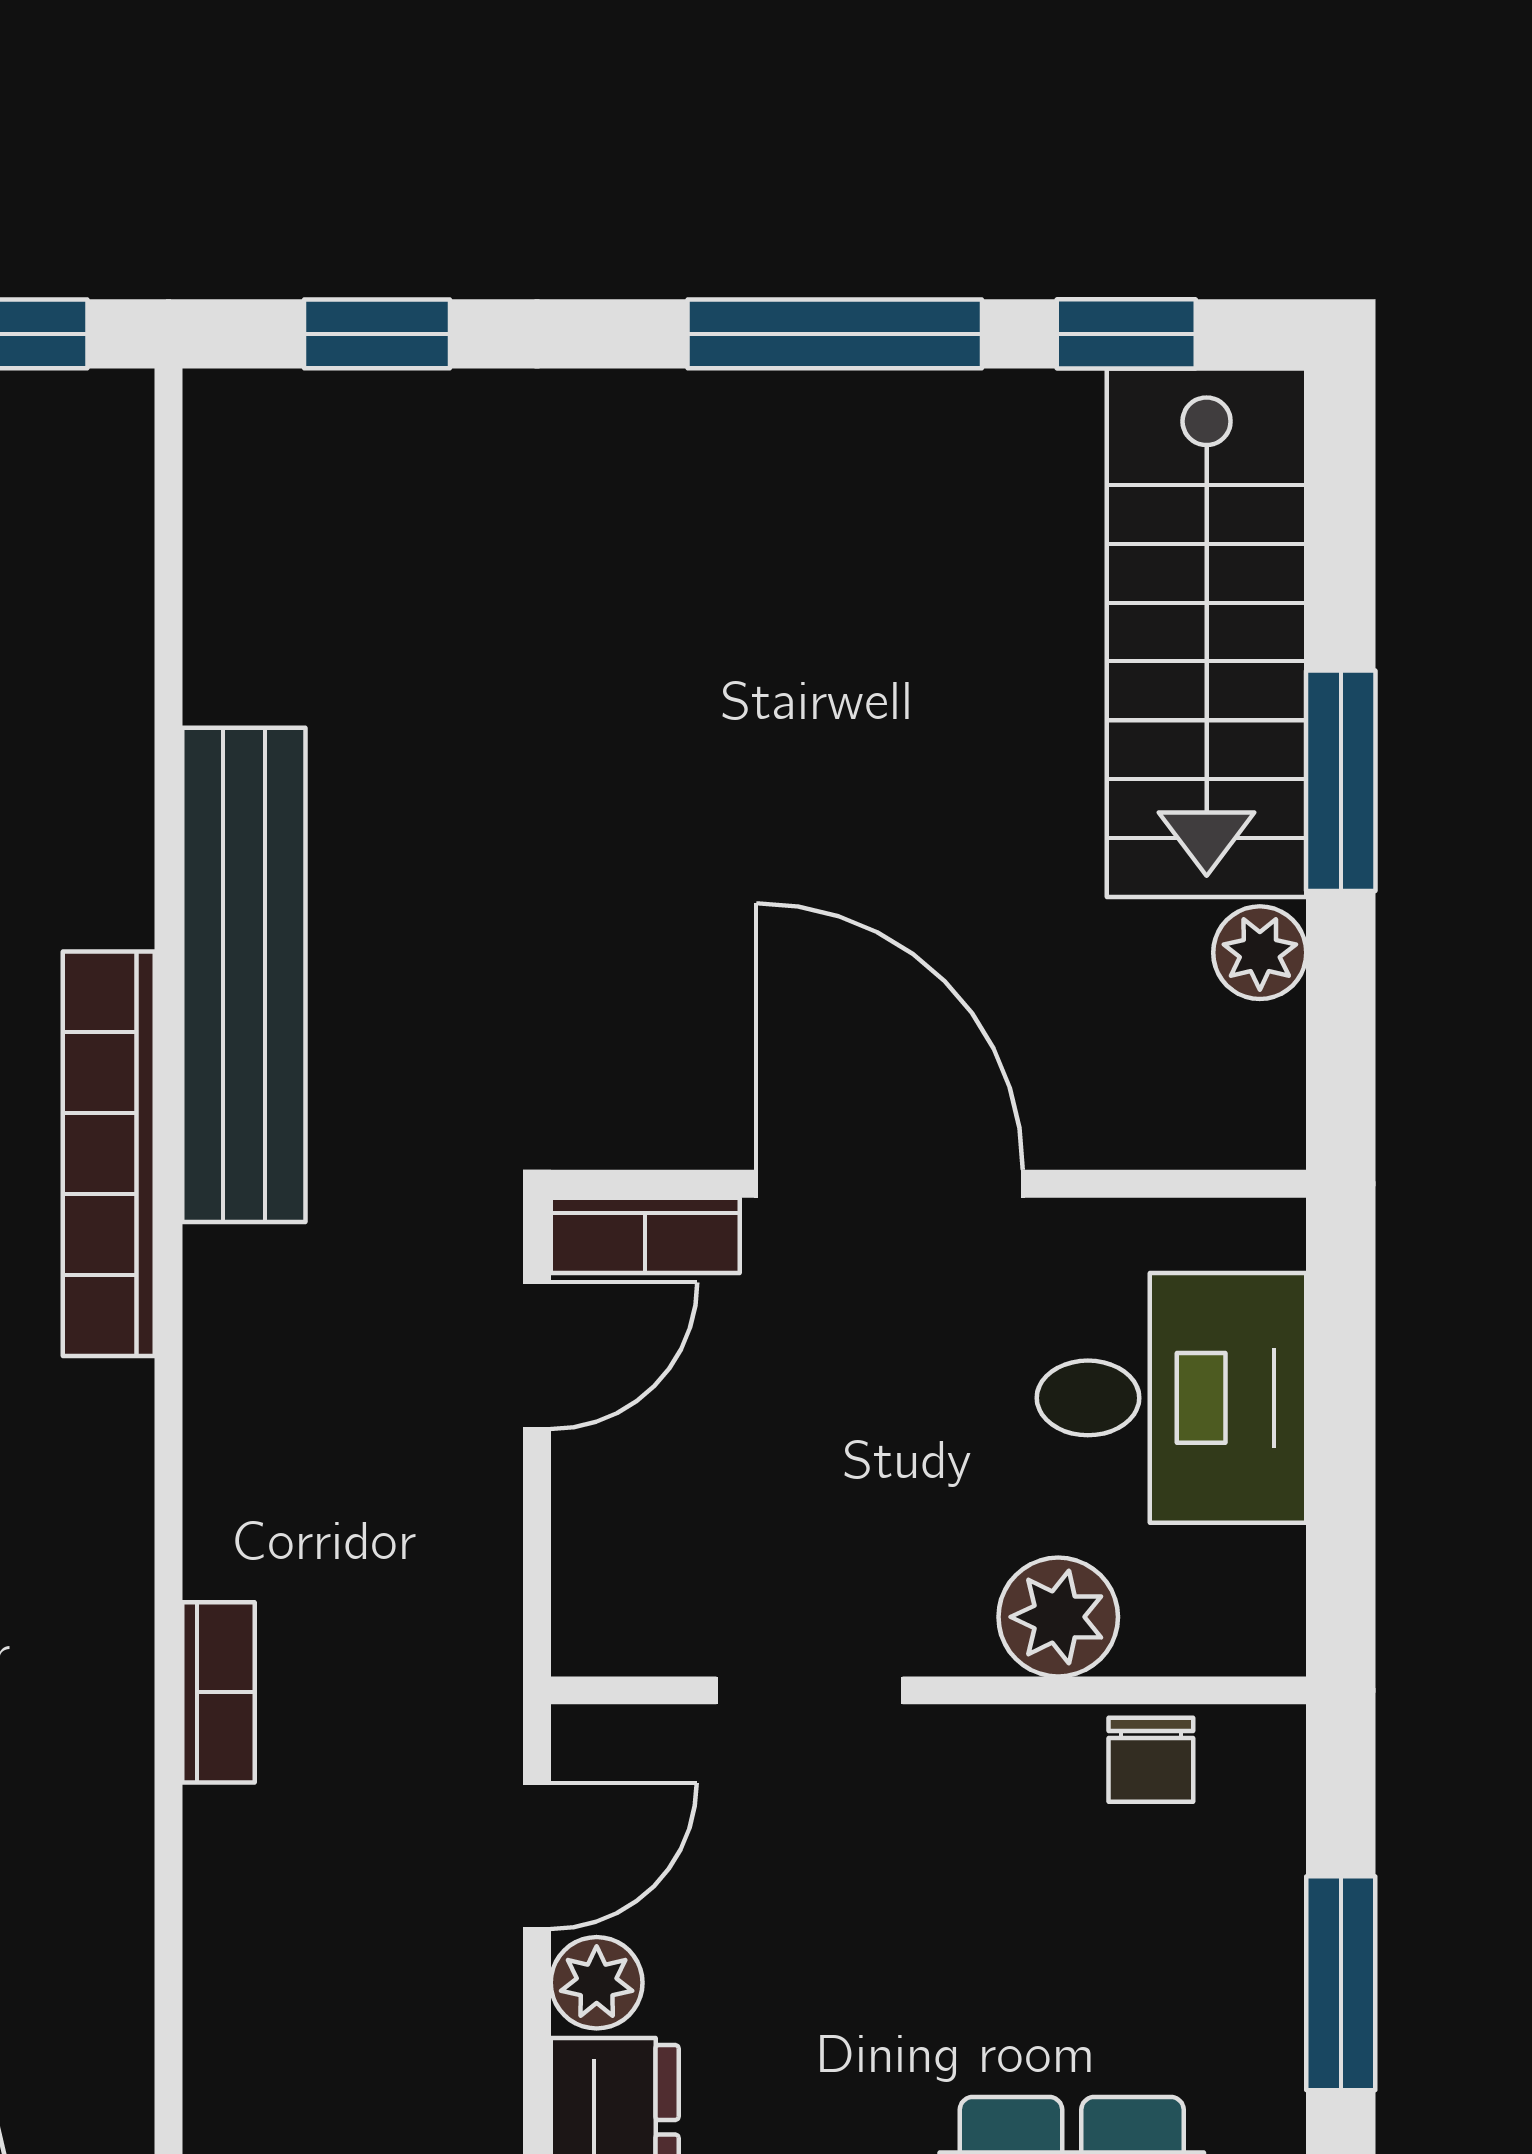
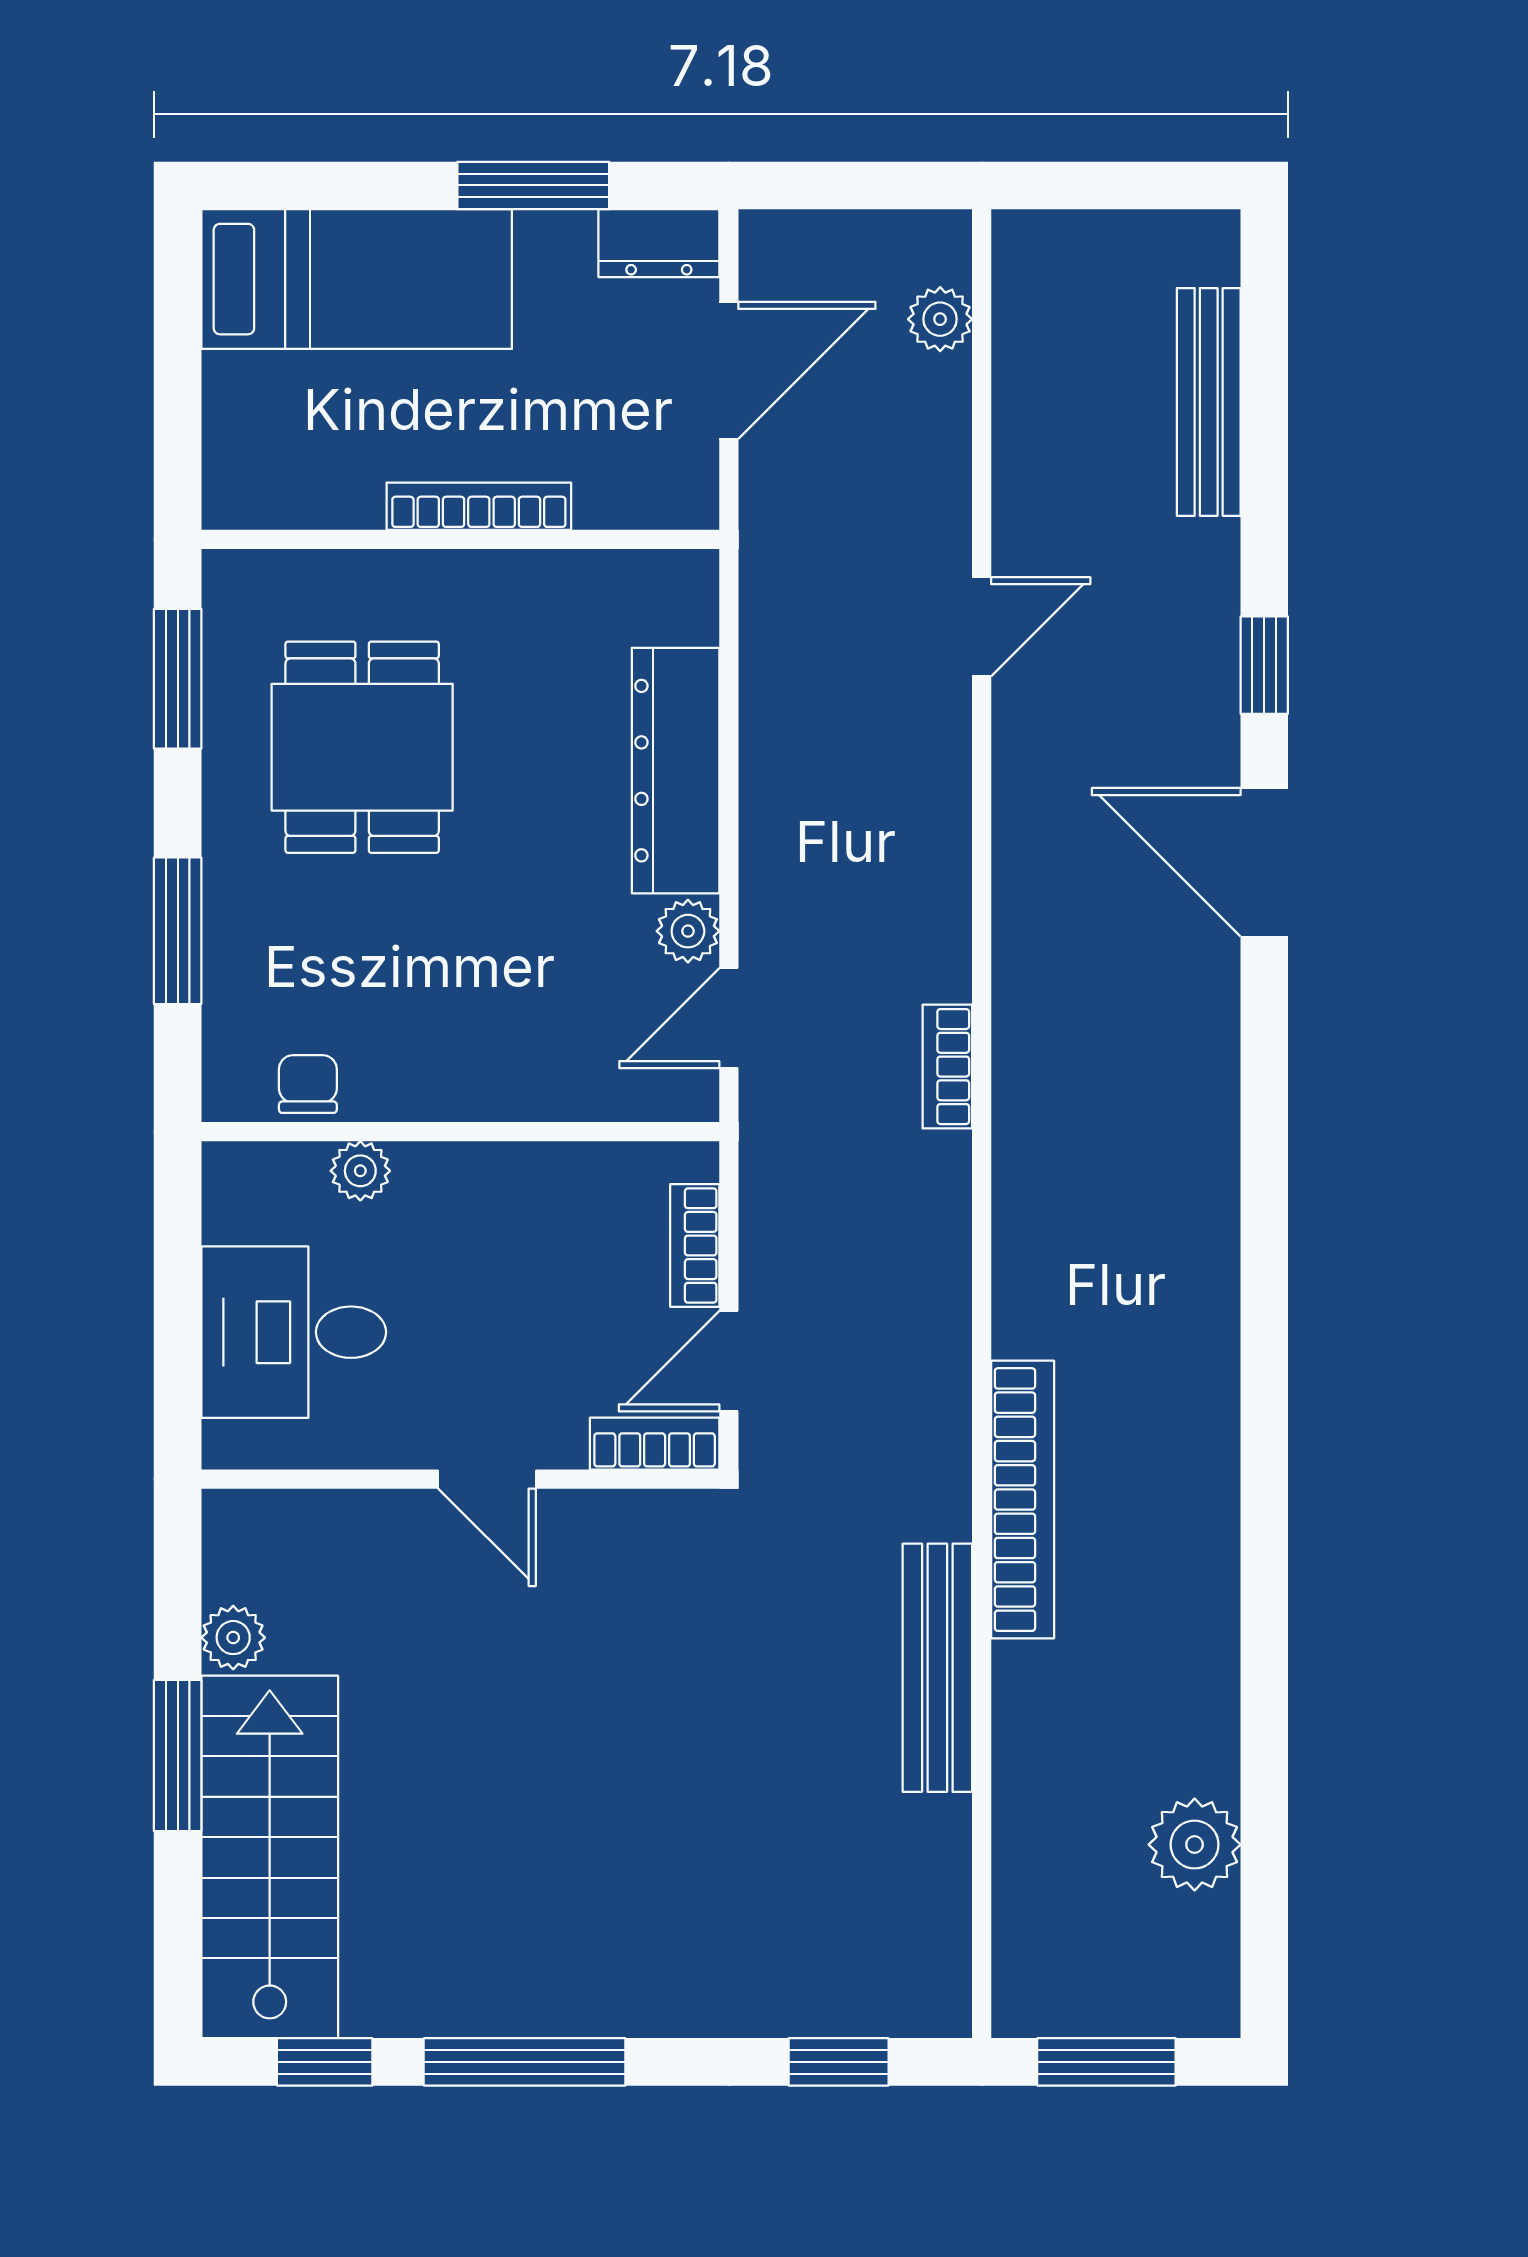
bench: (244, 975) -> (937, 1668), width x0.73, depth x0.82
door: (890, 1184) -> (487, 1479), width x0.53
bookcase: (587, 1524) -> (695, 1246), added
plant: (1058, 1617) -> (360, 1171), width x0.73, depth x0.73
doorway: (809, 1690) -> (542, 1132), removed
bookcase: (218, 1692) -> (947, 1067), moved

